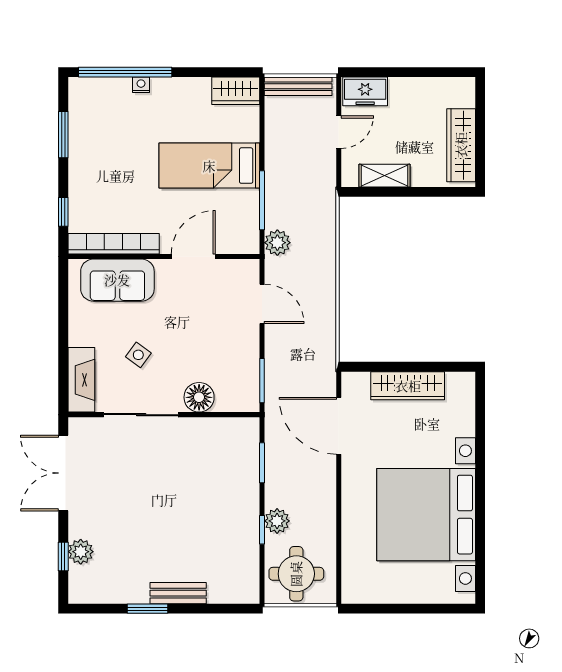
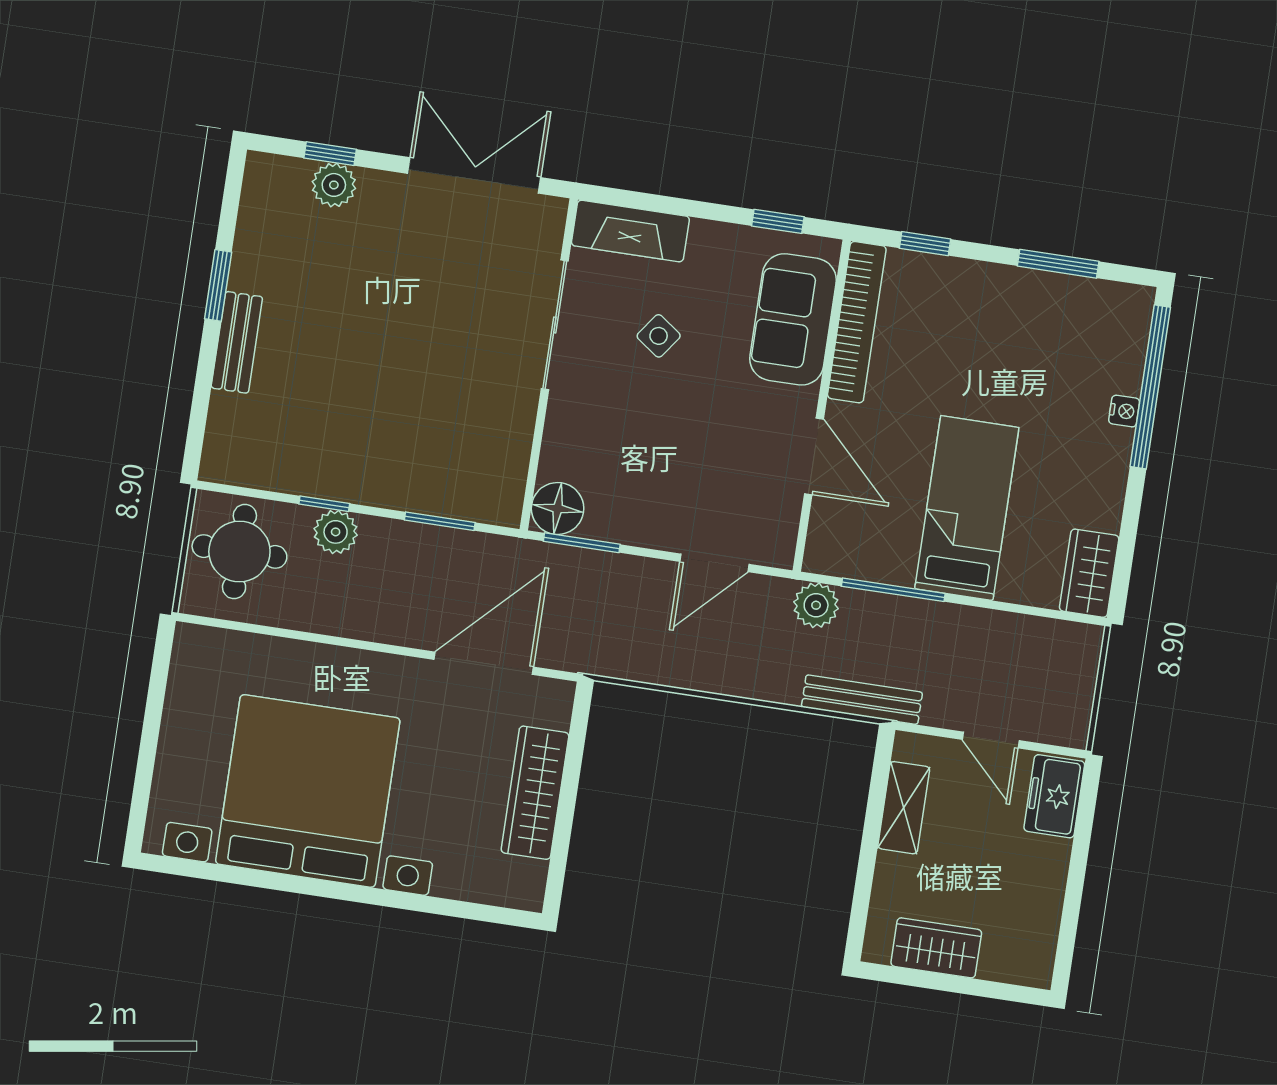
bench: (298, 86) -> (862, 700), moved, turned 90
wardrobe: (461, 145) -> (936, 948), width x0.67
window: (63, 297) -> (778, 221), added
floor lamp: (199, 397) -> (558, 508), moved

